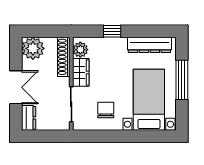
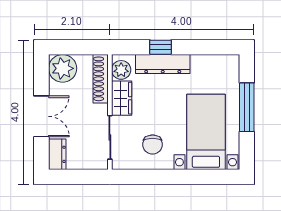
dresser: (149, 45) -> (163, 64), moved
chair: (106, 110) -> (153, 145), turned 180

